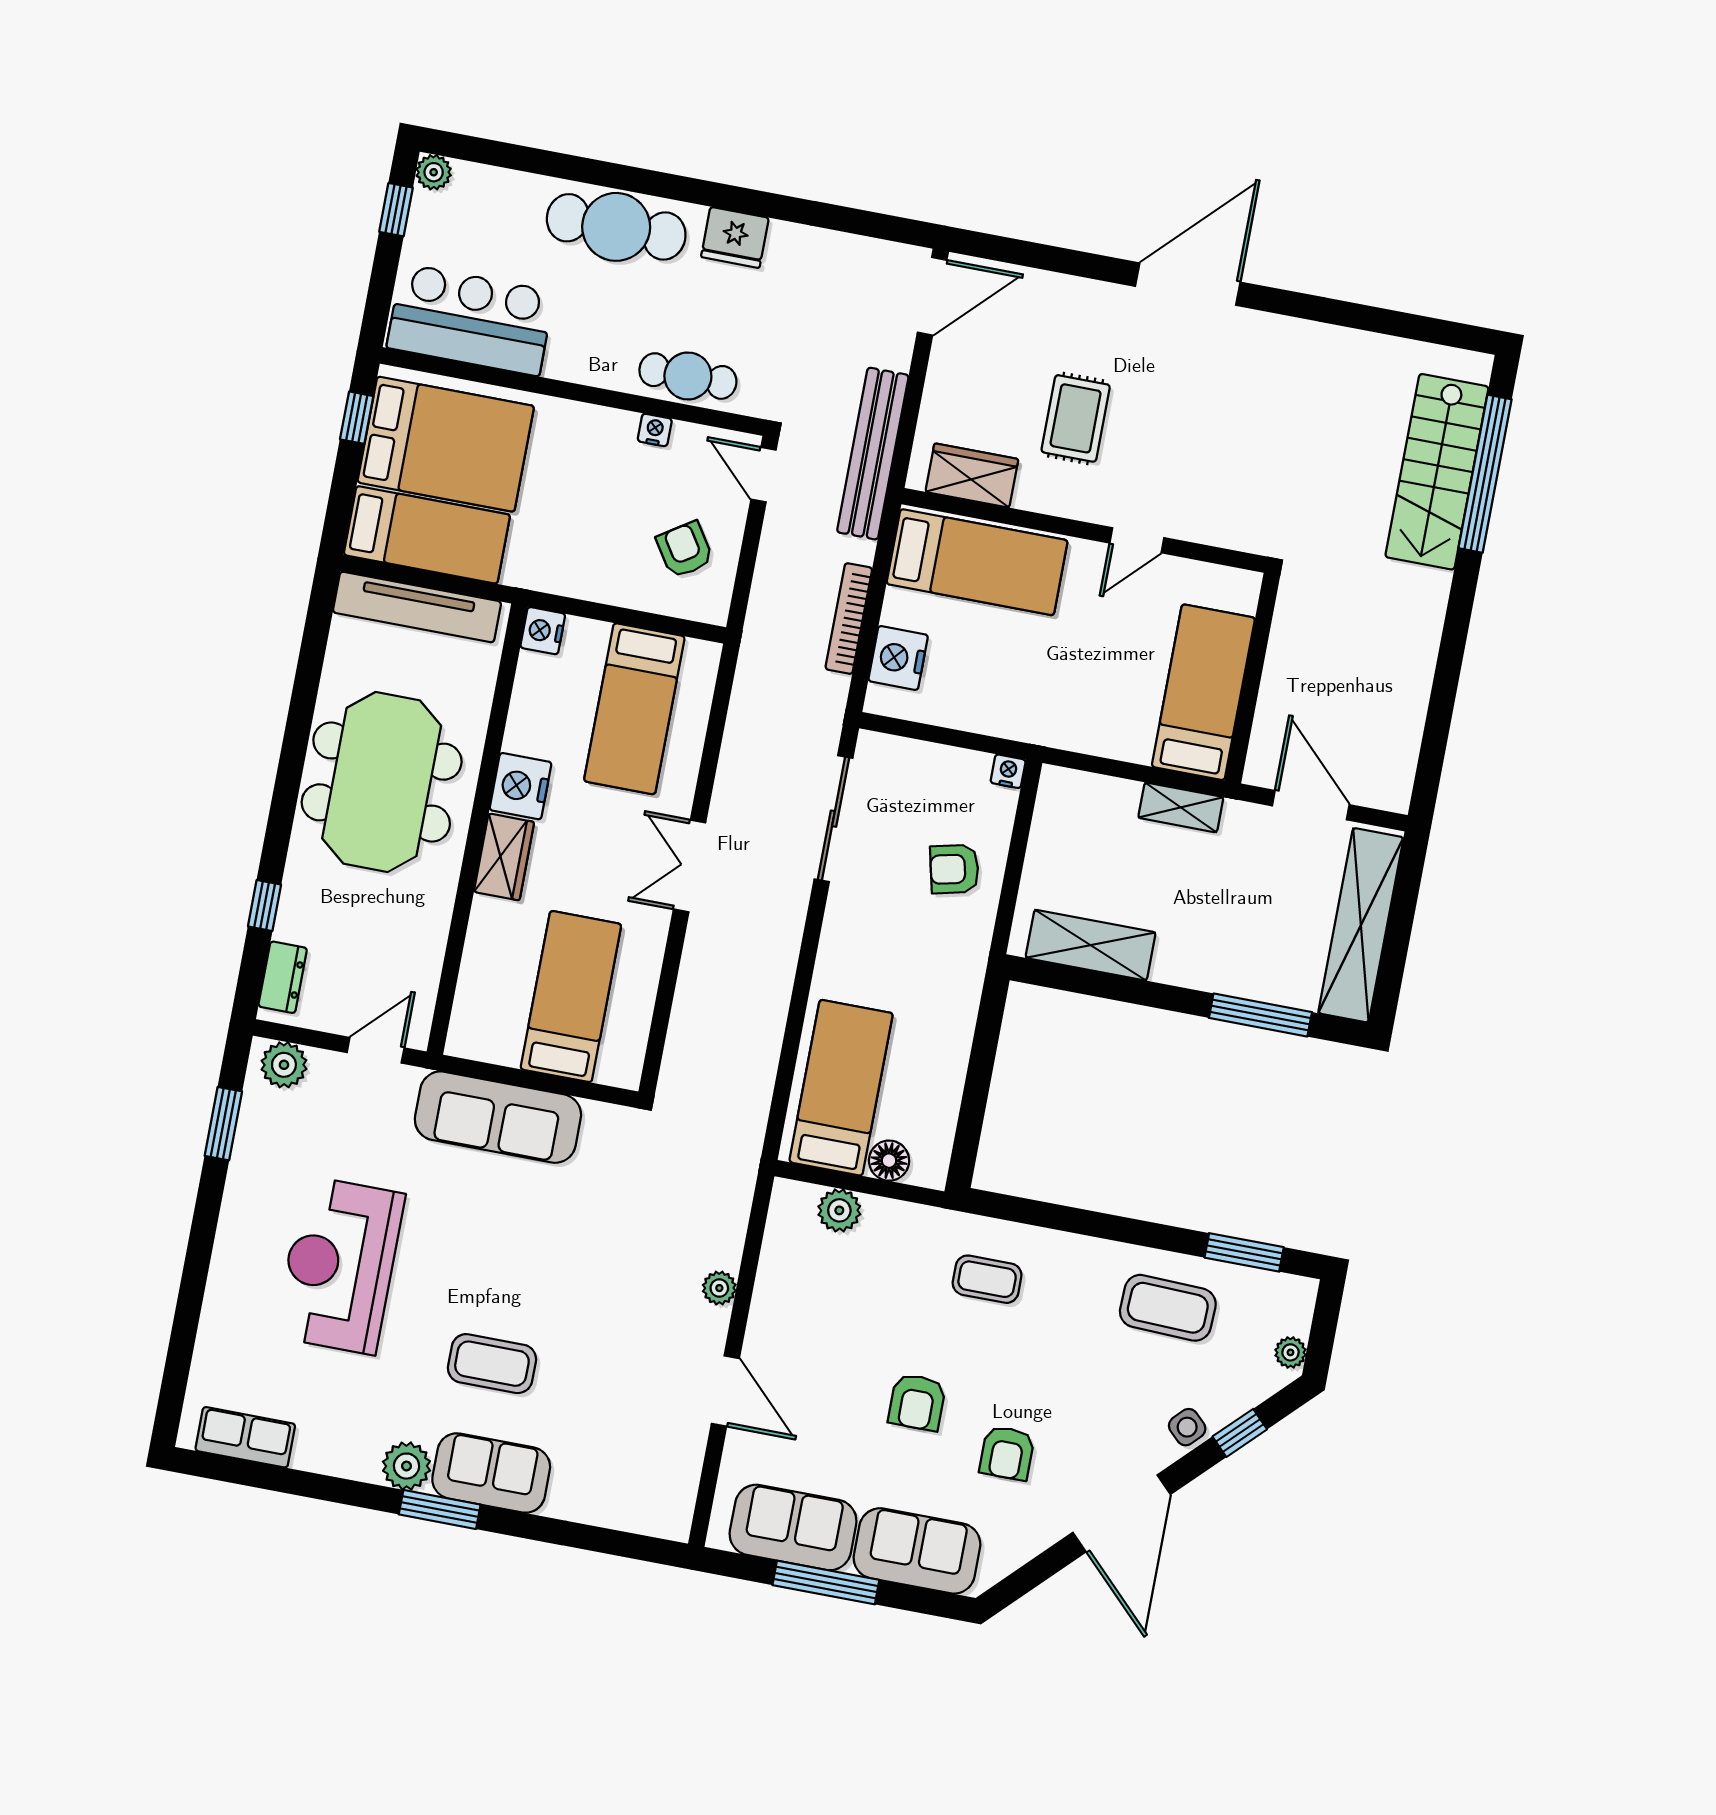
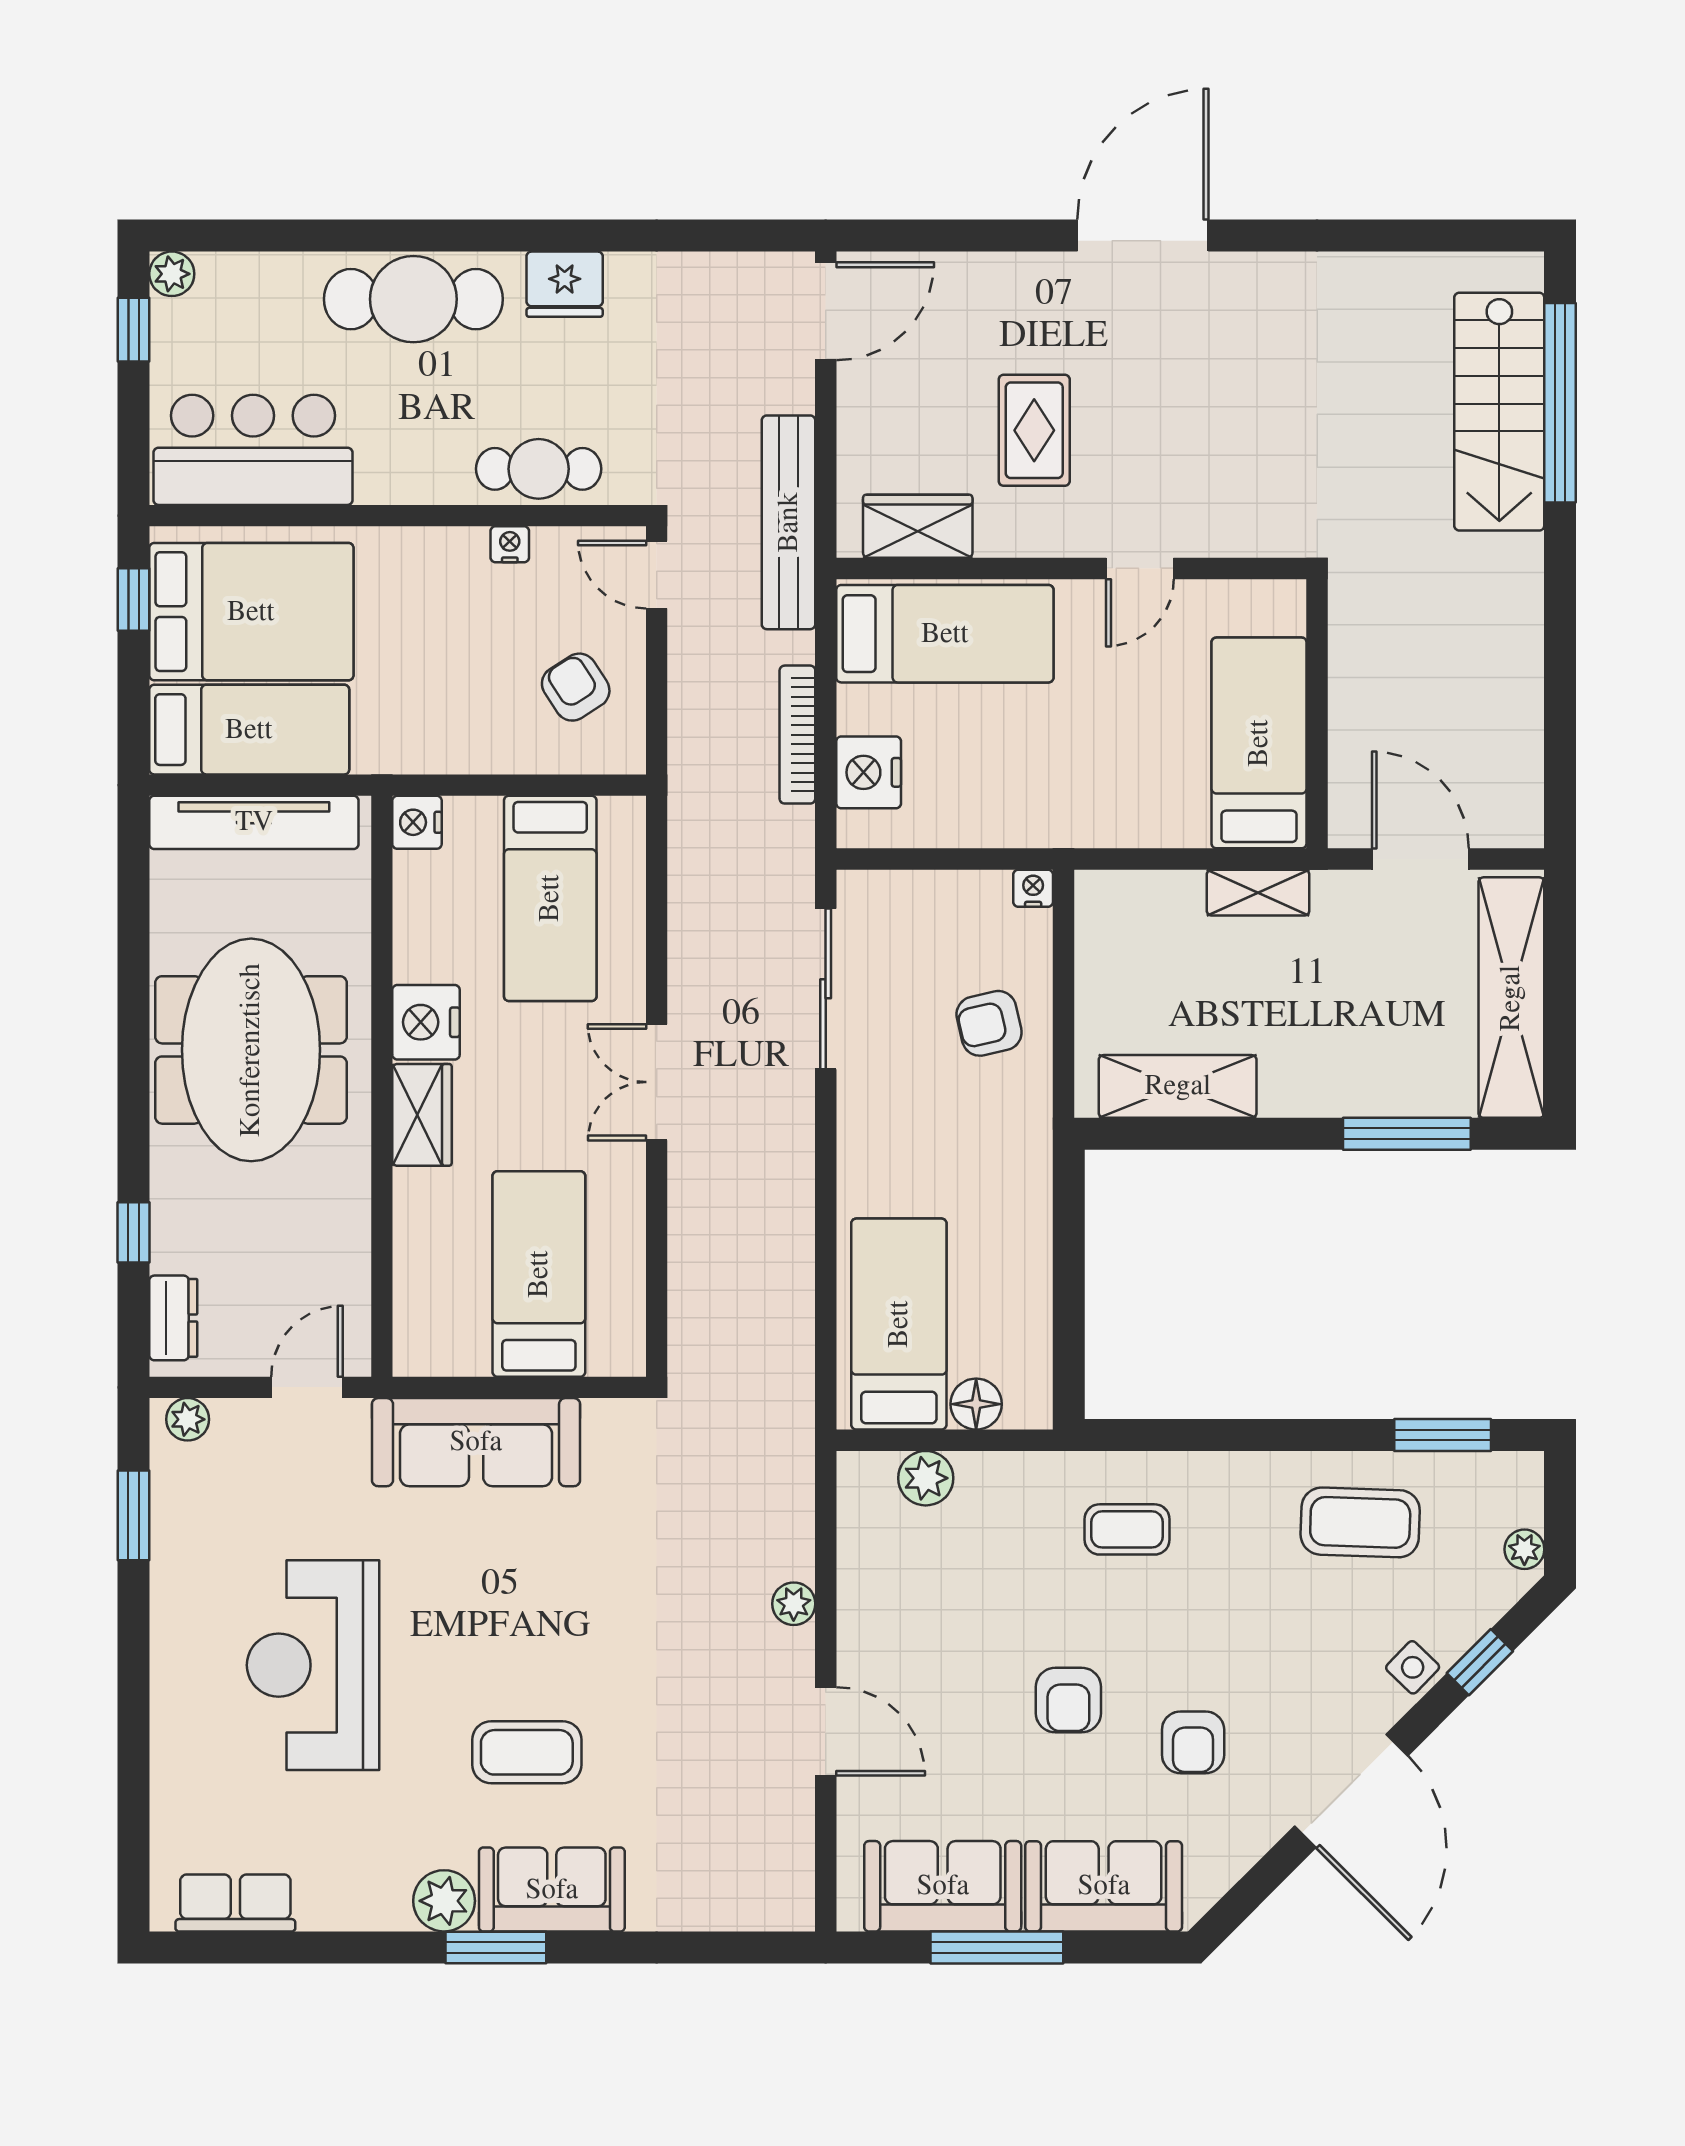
plant: (284, 1065) -> (188, 1419), width x0.73, depth x0.73

